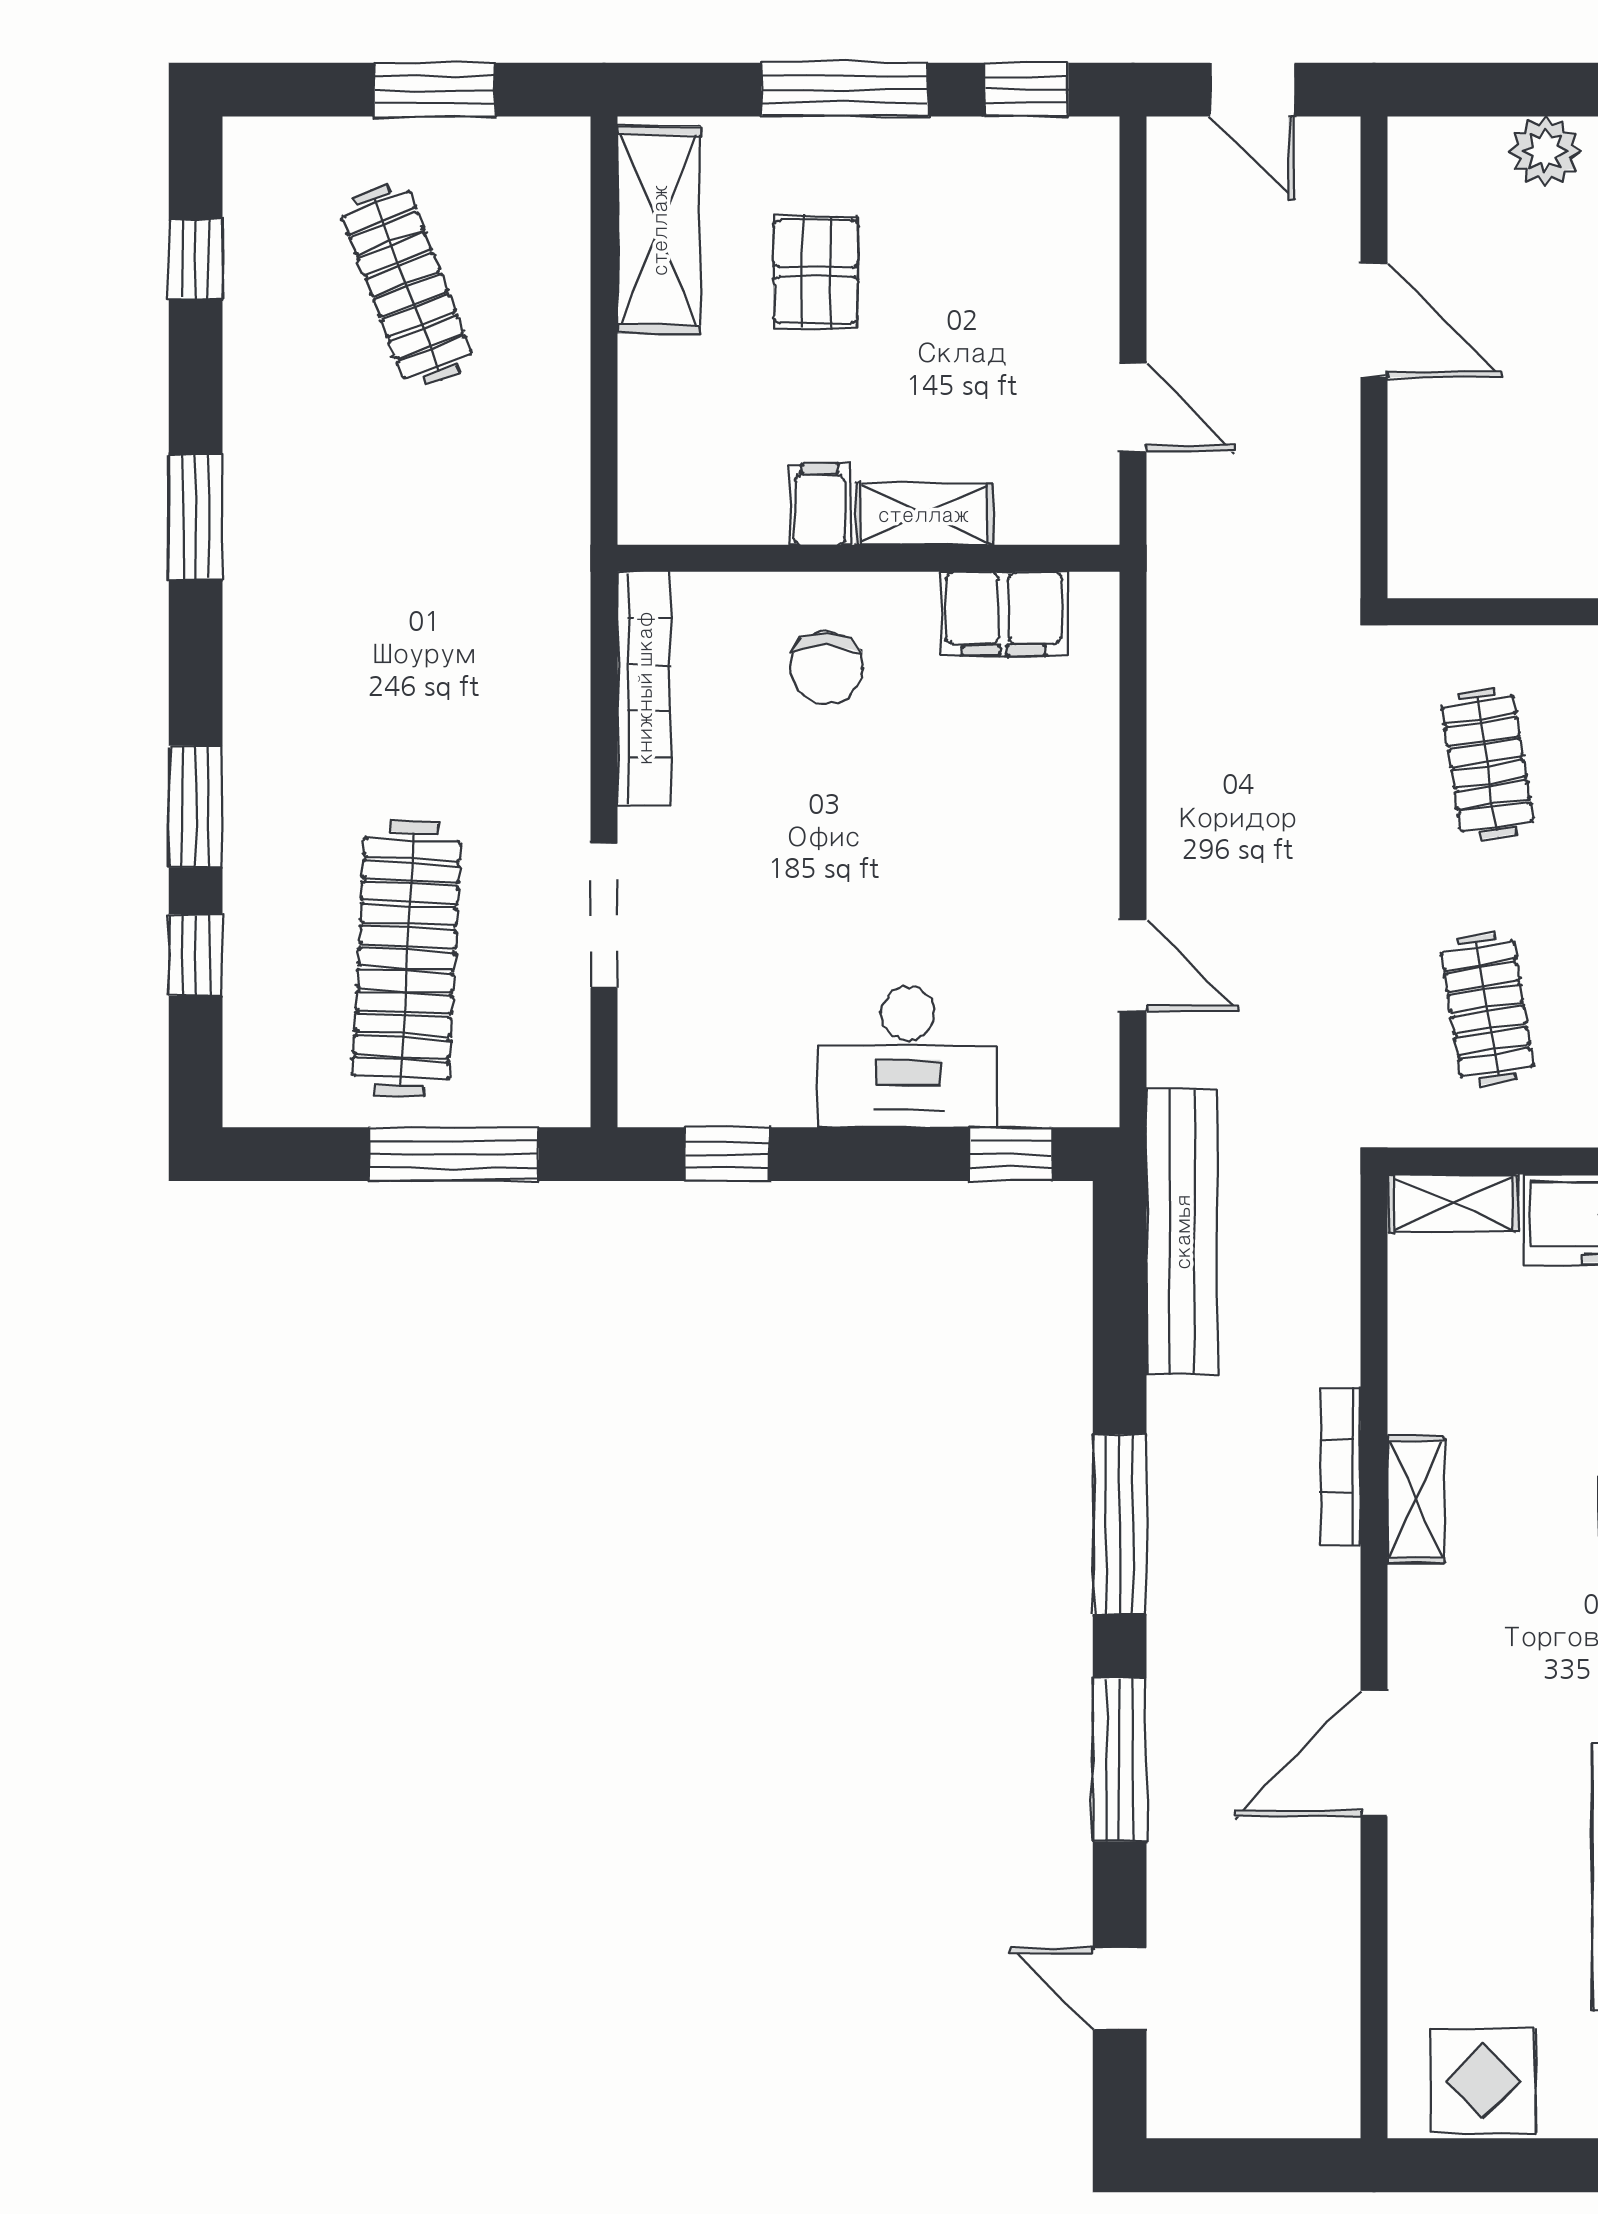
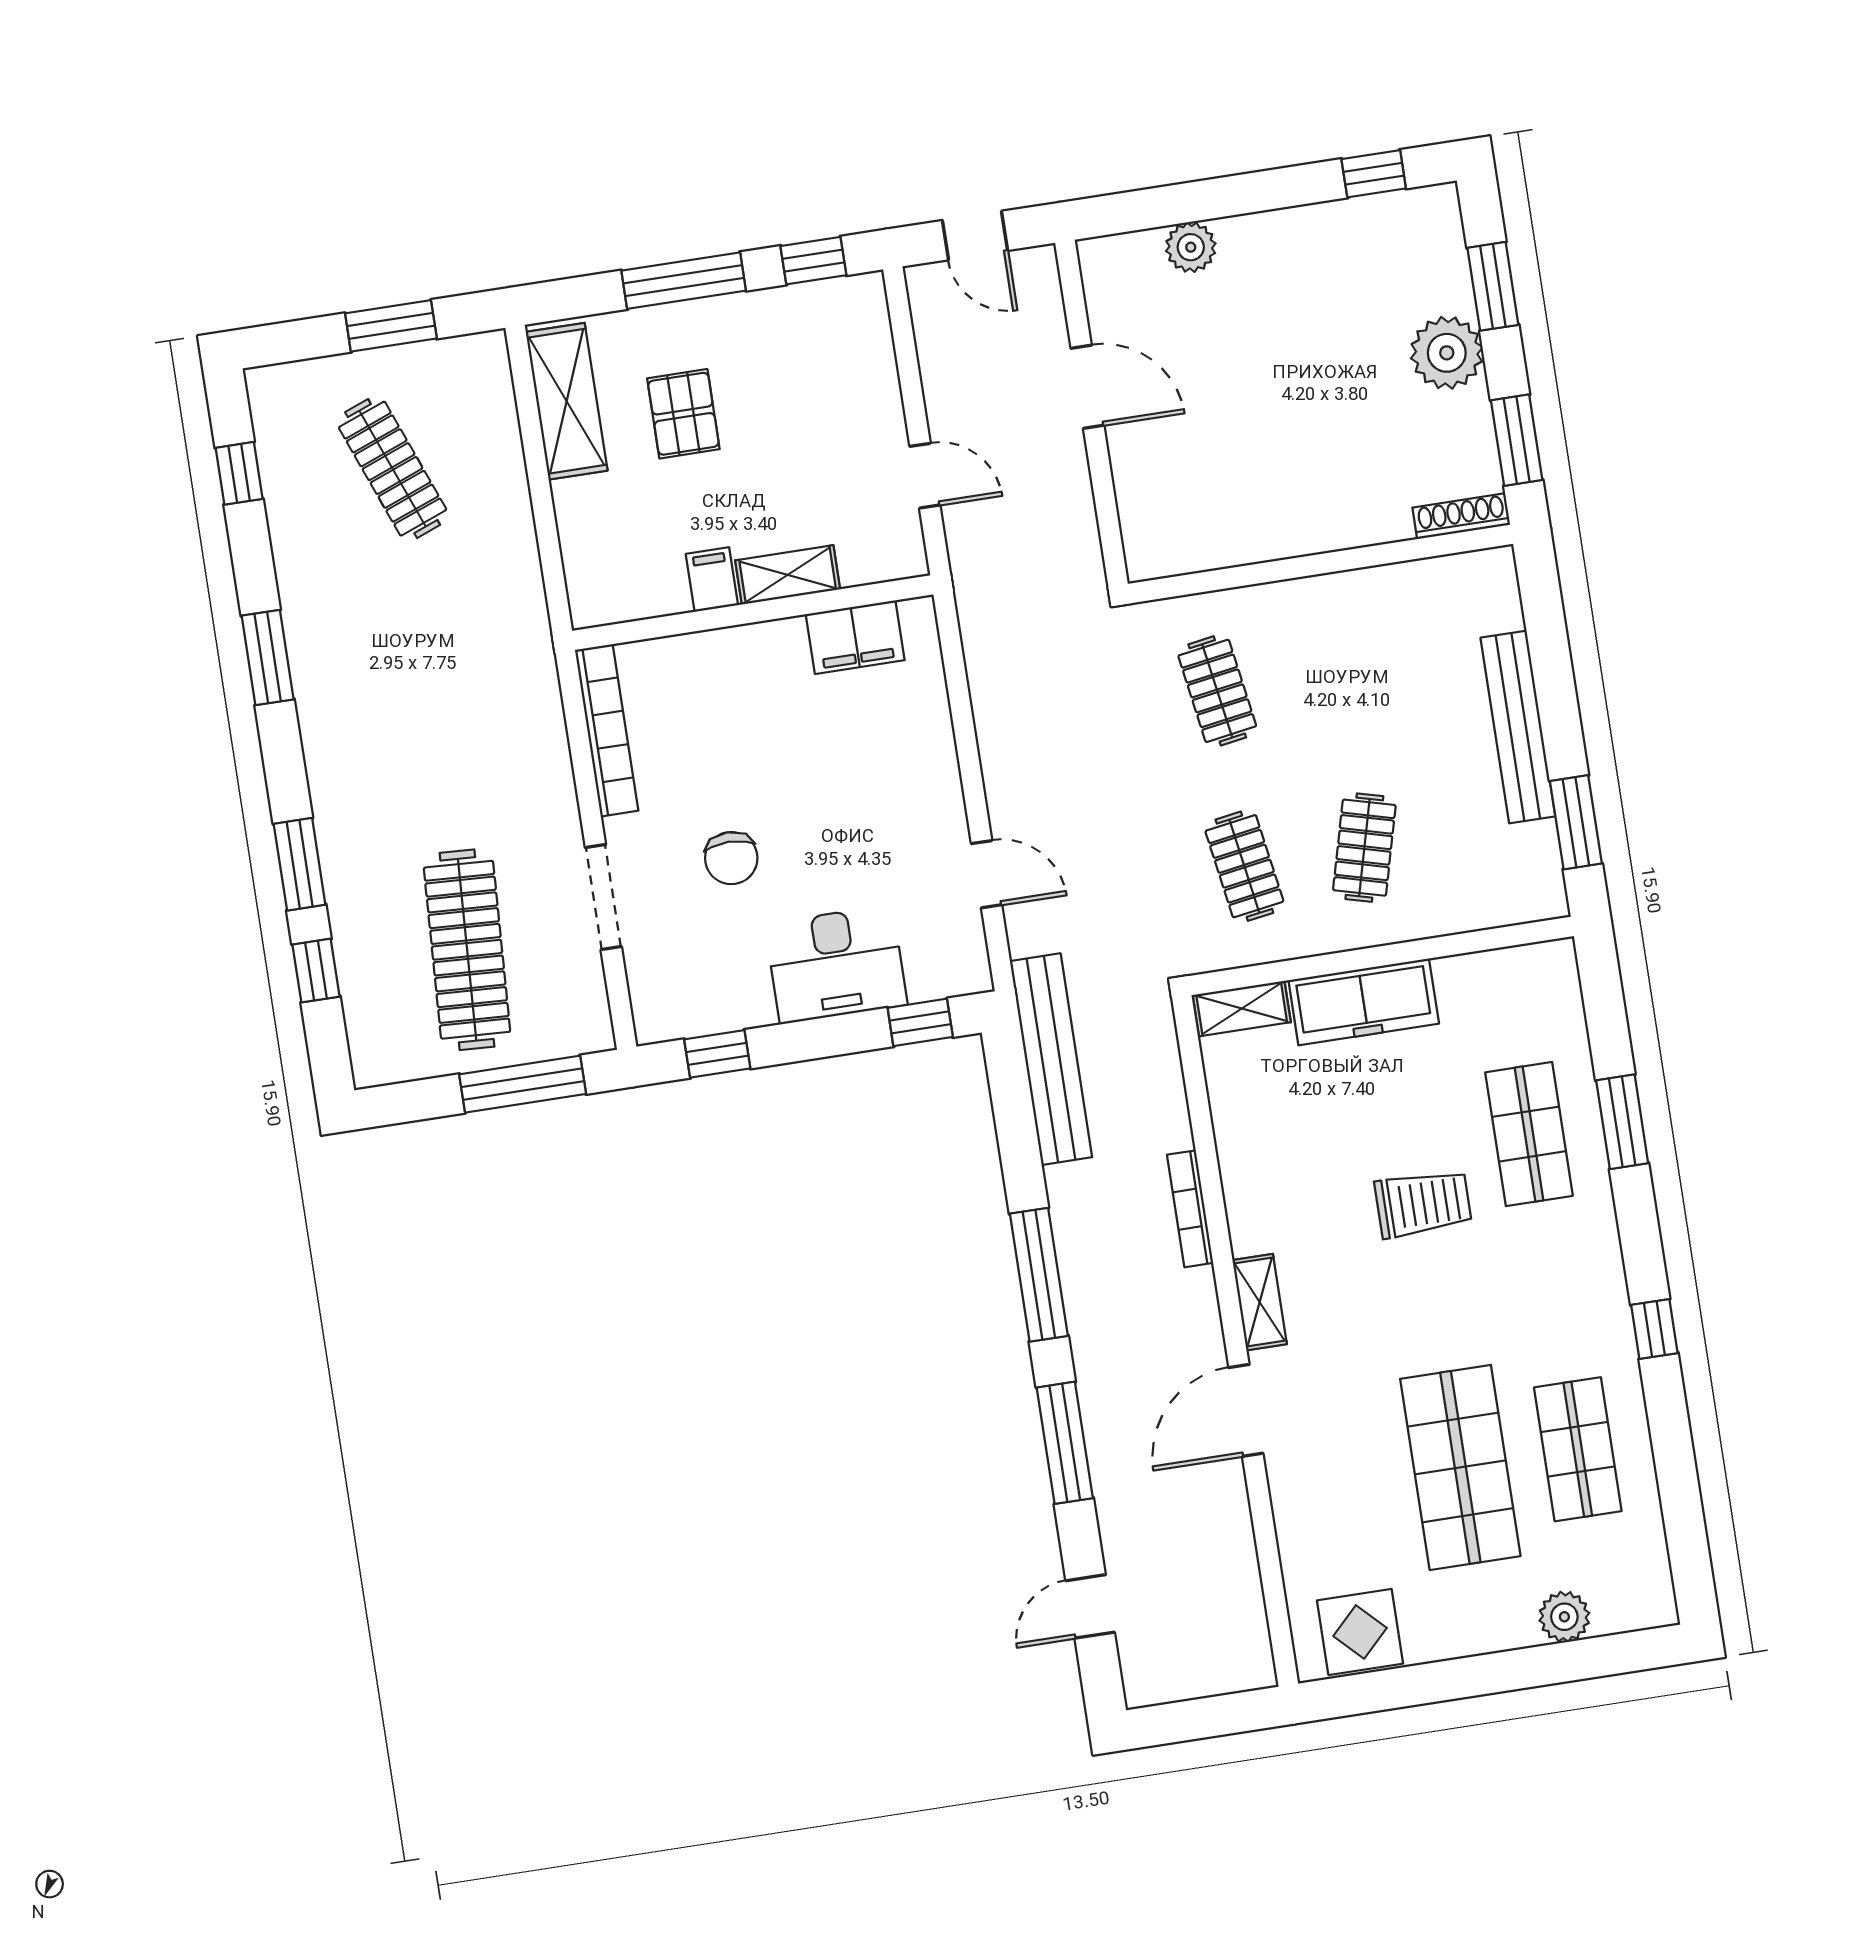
chair: (827, 668) -> (731, 858), moved
shelving: (1416, 1499) -> (1260, 1302), moved
door: (1120, 1989) -> (1090, 1606), hinge flipped

